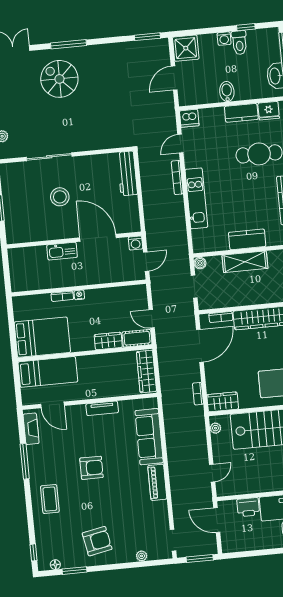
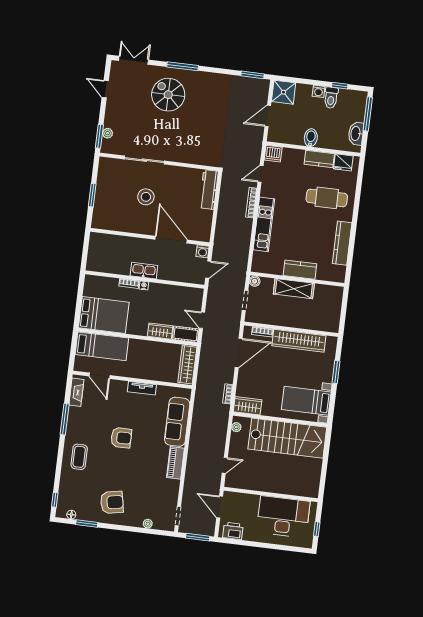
kitchen sink: (62, 251) -> (144, 271), moved, turned 180
printer: (248, 507) -> (233, 531), moved, turned 180

